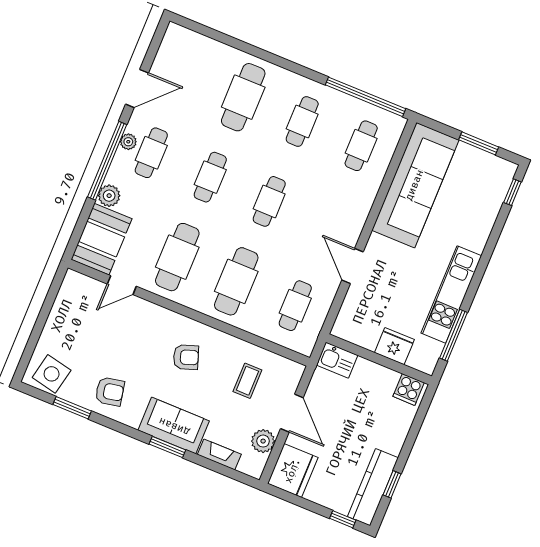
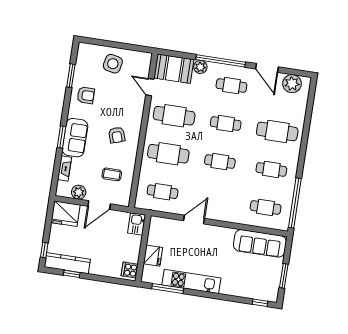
plant: (128, 142) -> (292, 84), moved, width x1.87, depth x1.87
sofa: (415, 185) -> (260, 243), width x0.74, depth x0.79
side table: (52, 374) -> (113, 64), moved
armchair: (110, 391) -> (86, 95), turned -79

